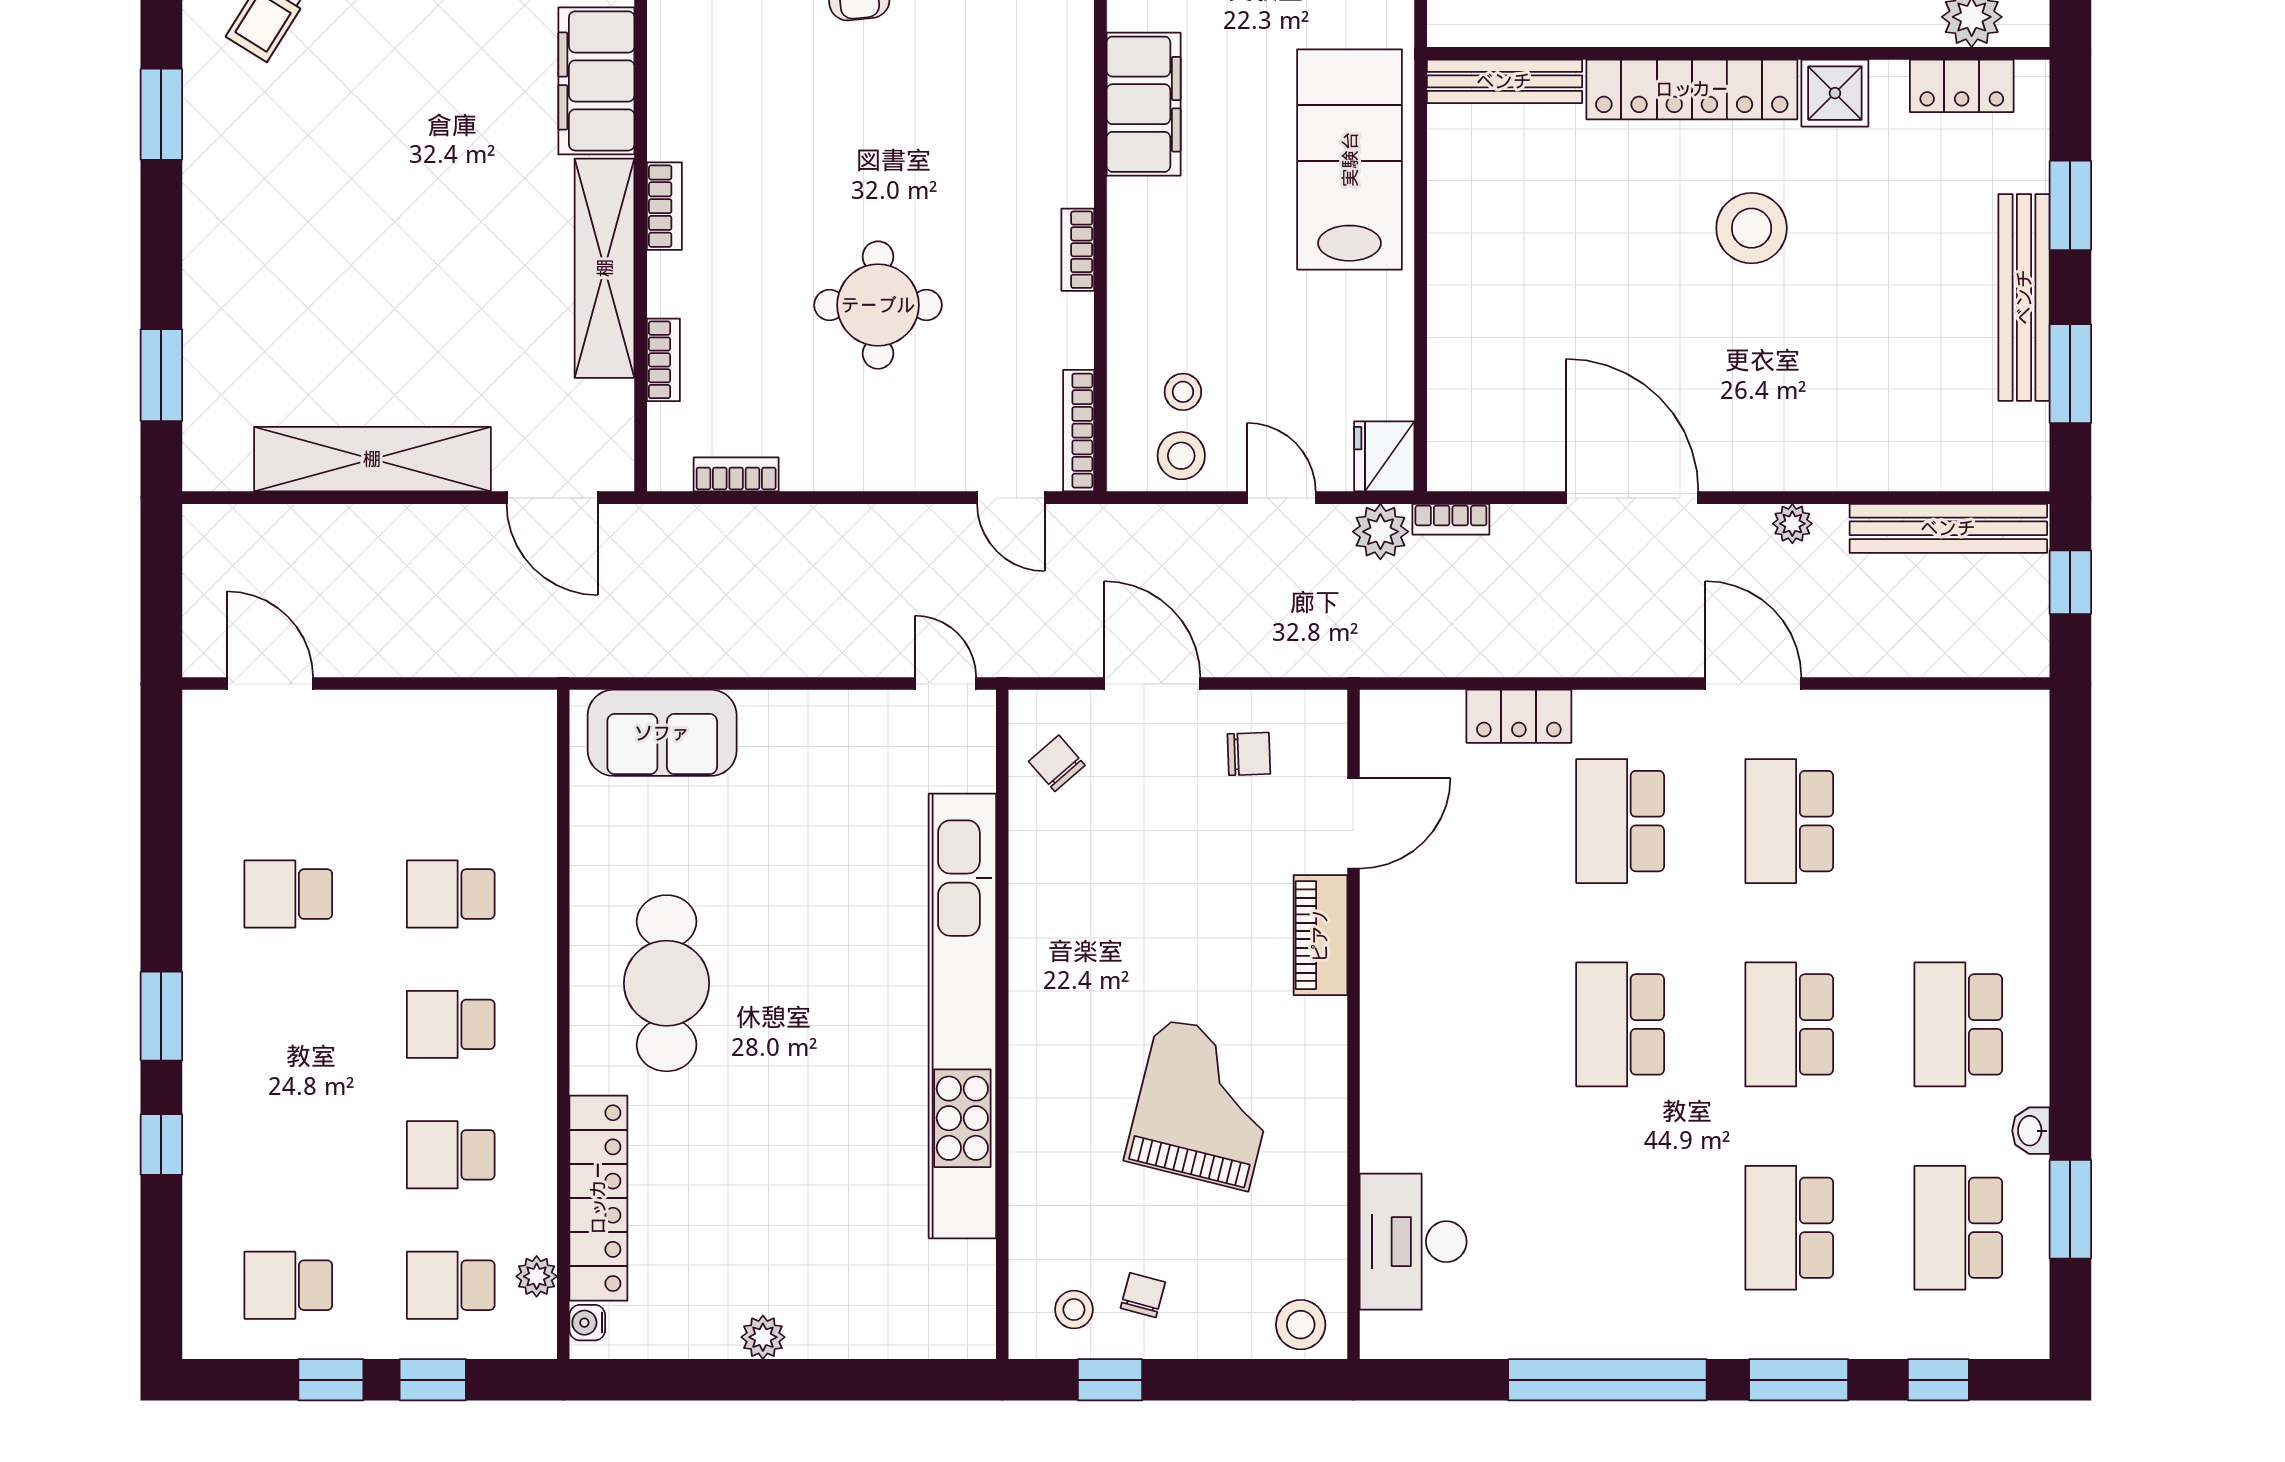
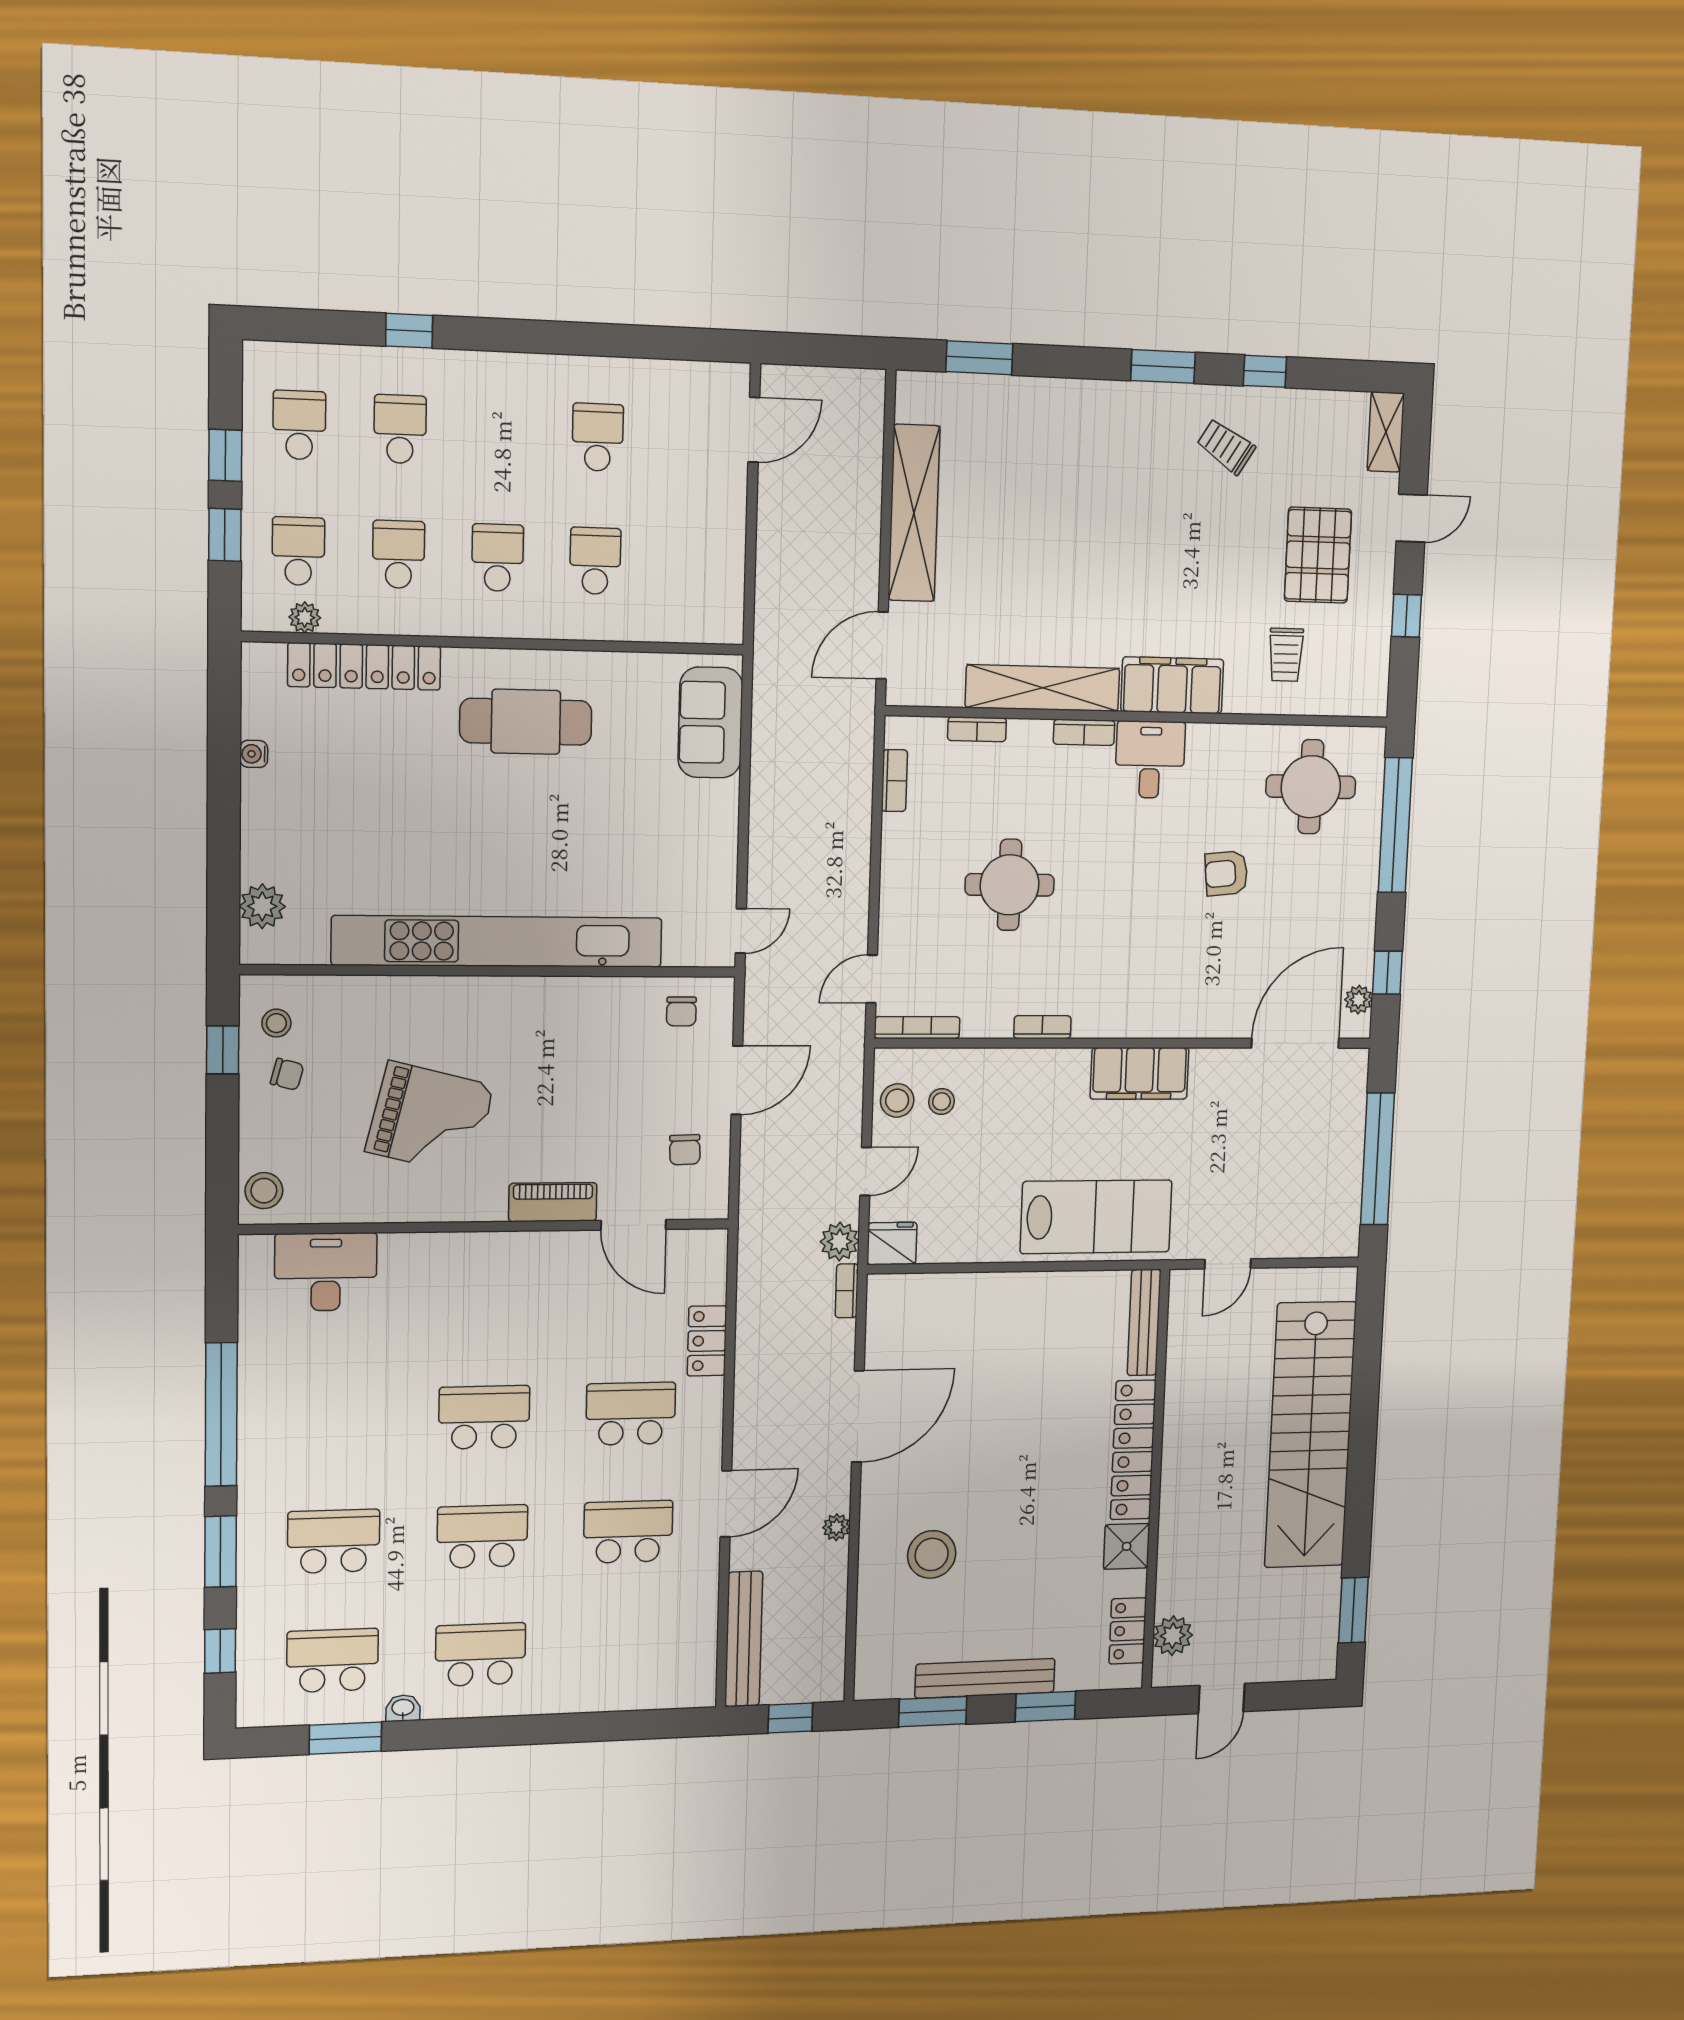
desk: (700, 109) -> (1150, 760), added
stool: (1752, 228) -> (932, 1554), moved
bench: (1948, 528) -> (744, 1639), moved
chair: (1057, 763) -> (681, 1011), turned 131
window: (161, 1016) -> (507, 335), removed
school desk: (288, 1155) -> (400, 429), added
water cooler: (587, 1323) -> (254, 754), moved, turned -90
plant: (763, 1337) -> (262, 906), moved, width x1.38, depth x1.38

